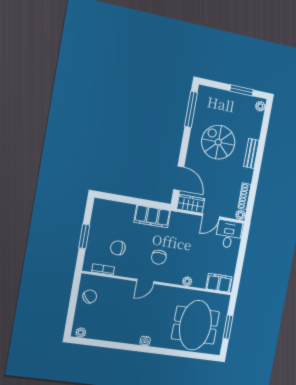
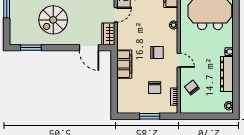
window: (191, 109) -> (31, 48), width x0.69
door: (179, 178) -> (89, 48), swing flipped
door: (211, 216) -> (116, 15), hinge flipped
chair: (90, 296) -> (192, 88), moved
dresser: (119, 335) -> (227, 74), added

